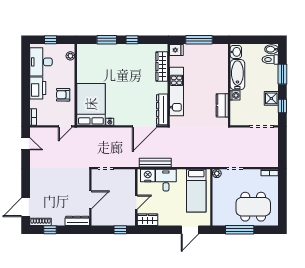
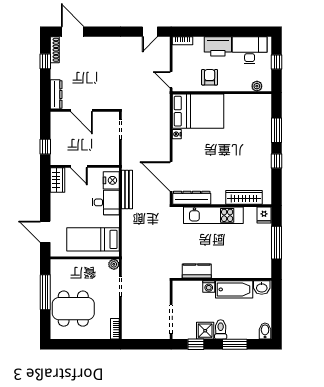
toilet: (270, 60) -> (221, 329), moved
dining table: (253, 207) -> (73, 309), turned 90

